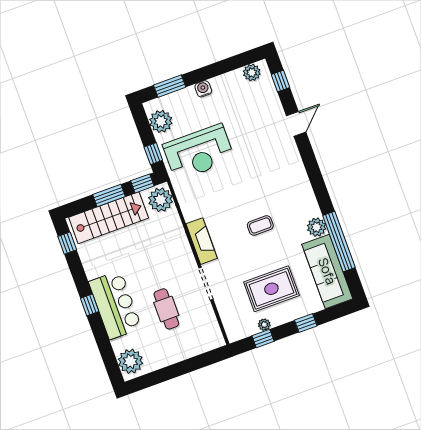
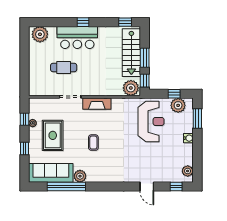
reception desk: (199, 152) -> (151, 121), turned 180
window: (153, 154) -> (174, 94), moved

